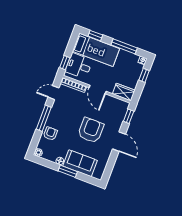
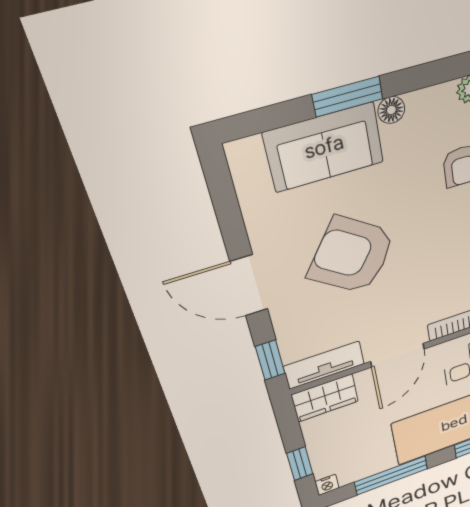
door: (98, 90) -> (398, 355), swing flipped
tv unit: (117, 103) -> (324, 365), added
armchair: (91, 130) -> (352, 255), turned 125

